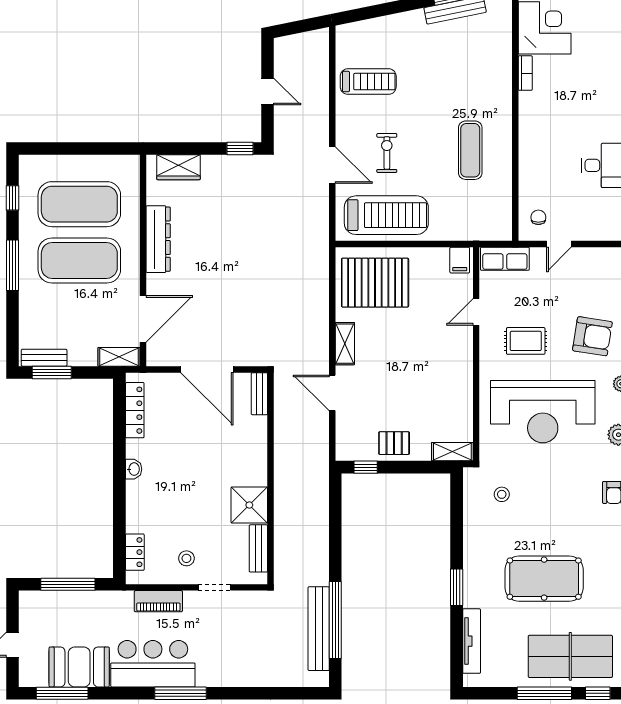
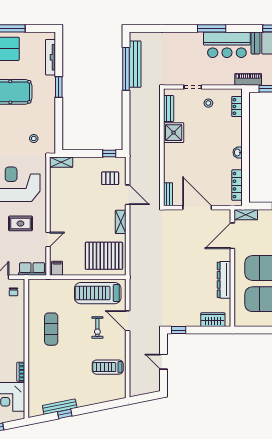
pallet: (394, 443) -> (110, 178), moved
piano: (158, 601) -> (248, 79), moved

